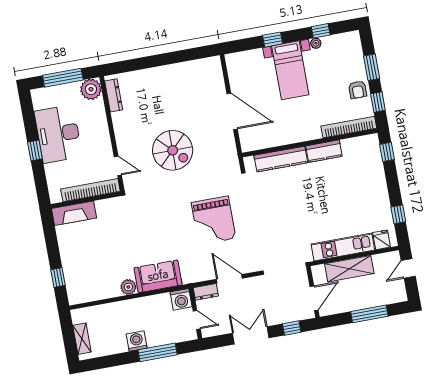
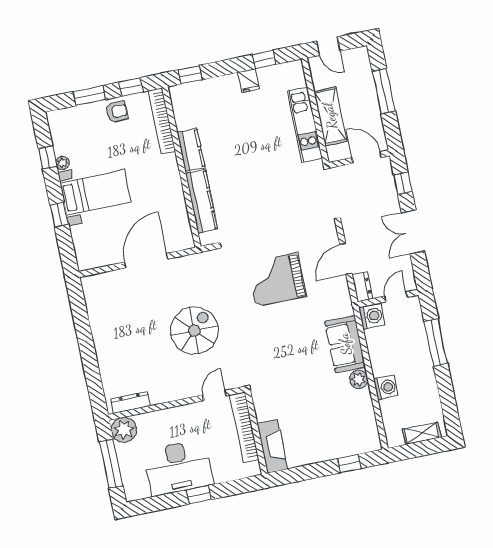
grand piano: (214, 220) -> (277, 280), turned 180
fridge: (382, 240) -> (249, 81), moved, turned -90
washing machine: (137, 341) -> (386, 387), moved, turned 180

